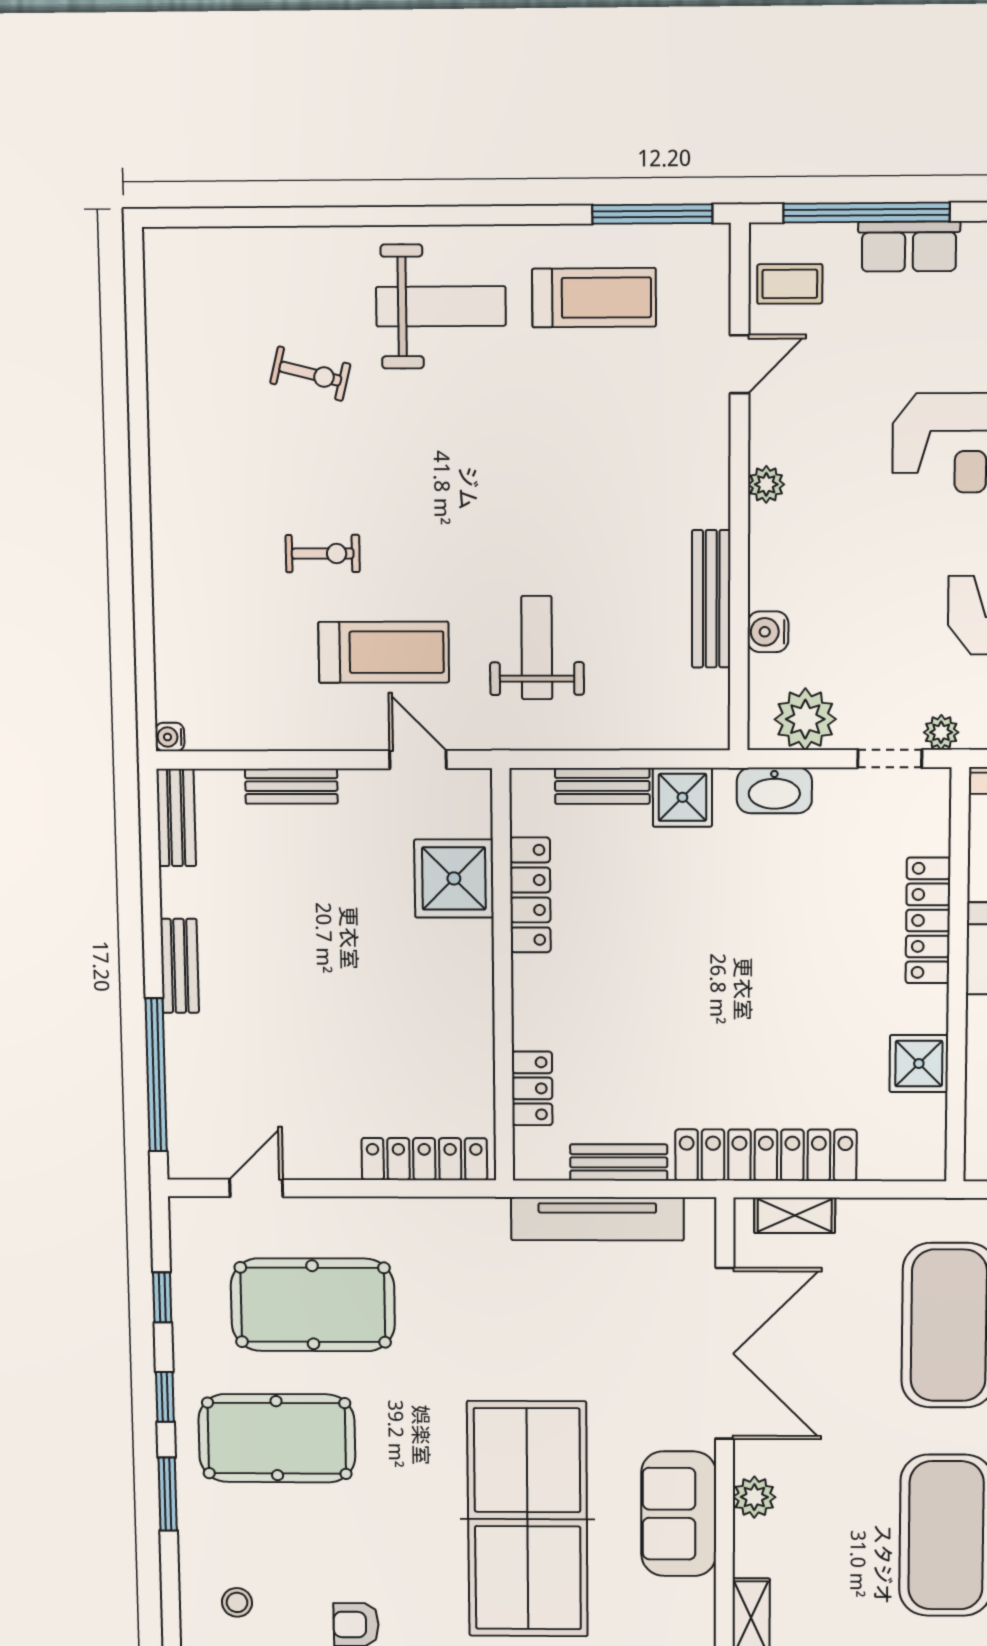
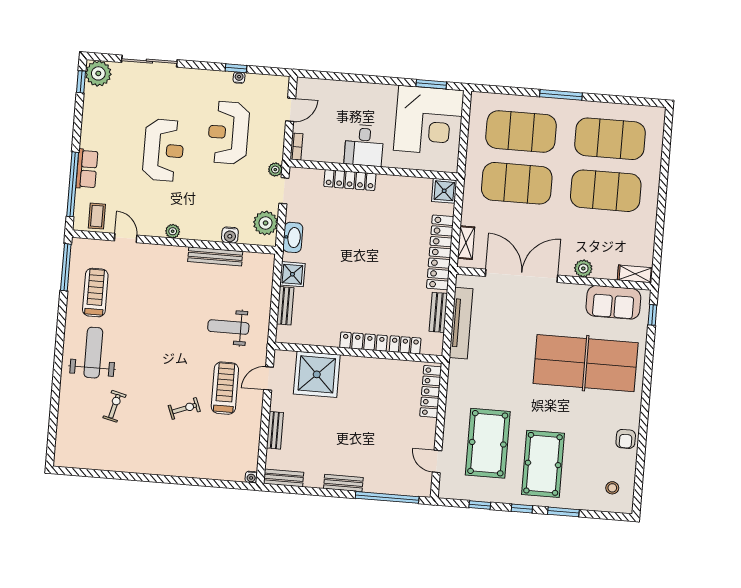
exercise bike: (323, 554) -> (184, 408), turned 69
shower: (454, 878) -> (317, 374), width x1.37, depth x1.37
locker: (530, 895) -> (364, 342), moved
shower: (919, 1064) -> (444, 191), moved
sofa: (679, 1514) -> (613, 302), moved

